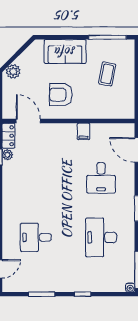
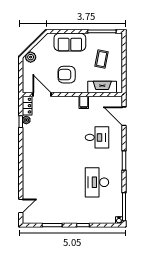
fireplace: (108, 111) -> (102, 87), added
desk: (101, 178) -> (97, 137), turned -90
desk: (36, 237) -> (48, 182), removed

